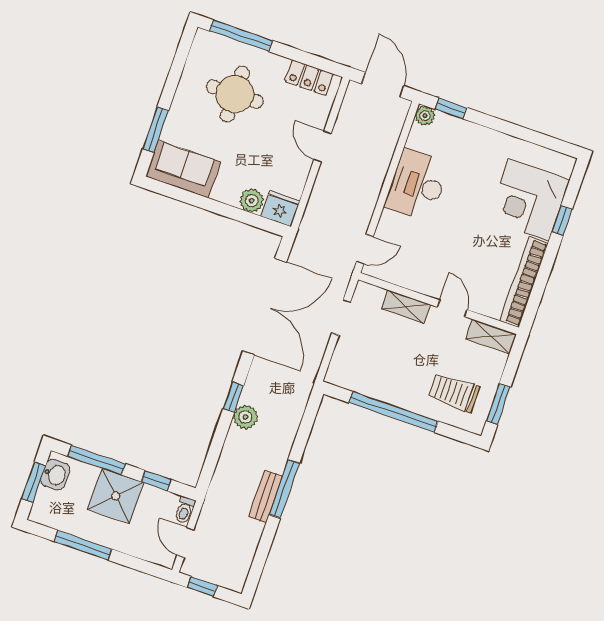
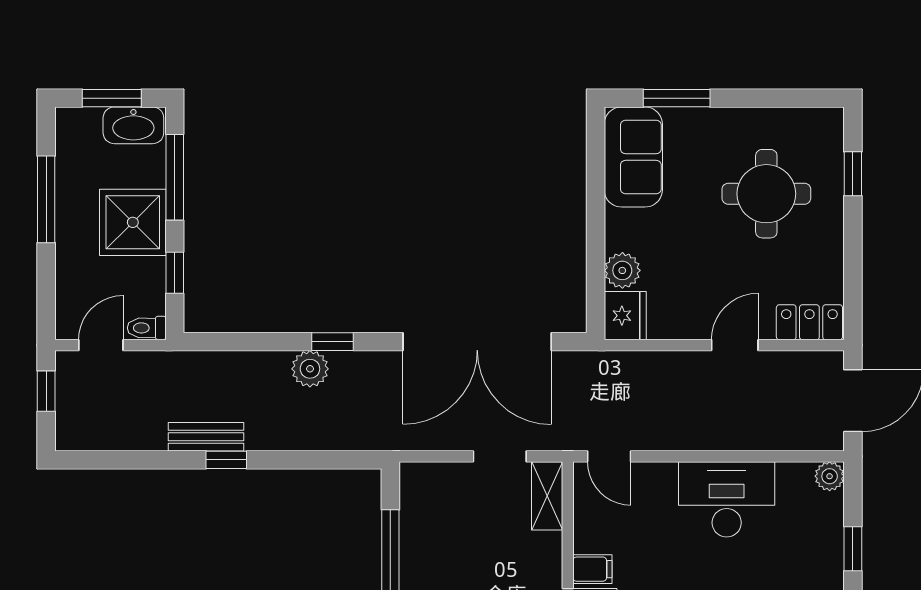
window: (241, 36) -> (853, 174), width x0.46
locker: (309, 78) -> (809, 322), moved, turned 90
window: (451, 108) -> (853, 549), moved
filing cabinet: (432, 284) -> (592, 569), added
shelving: (406, 307) -> (547, 496), moved
washbasin: (55, 475) -> (133, 125), width x1.38
window: (284, 489) -> (226, 460), width x0.46

